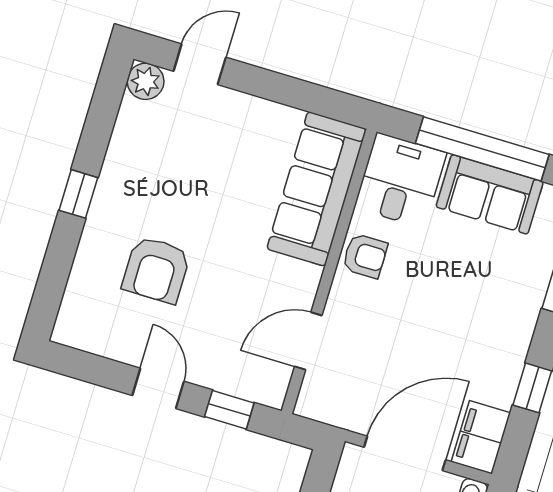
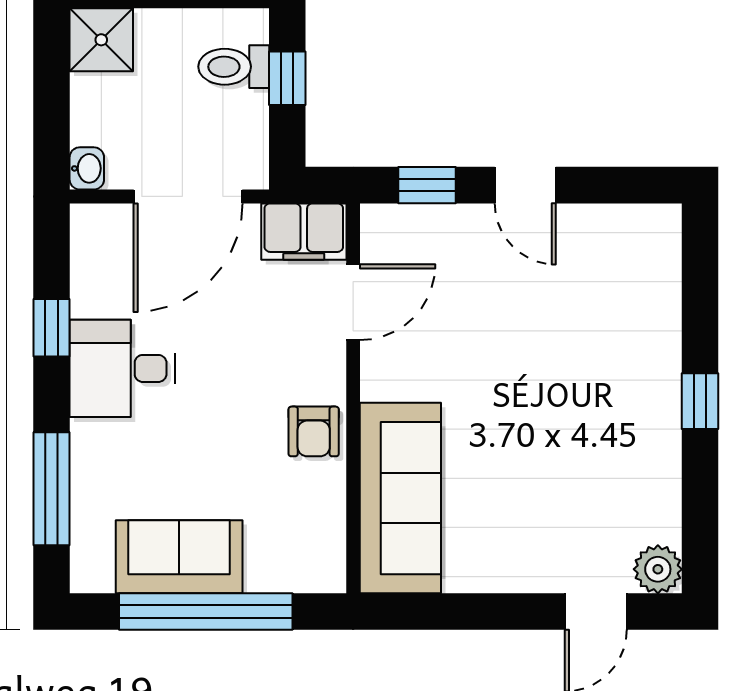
desk: (400, 180) -> (122, 368), moved, turned 90
armchair: (365, 256) -> (314, 431), turned -90
armchair: (156, 270) -> (573, 335), removed
filing cabinet: (481, 437) -> (304, 232), moved, turned 90

